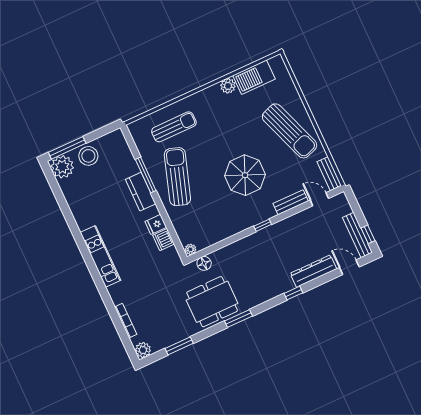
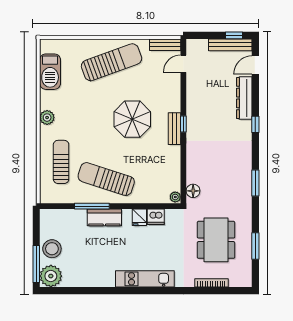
plant: (228, 86) -> (47, 118), moved
bench: (291, 202) -> (175, 129), moved
dining table: (212, 302) -> (216, 240), moved
plant: (143, 350) -> (244, 280), removed

